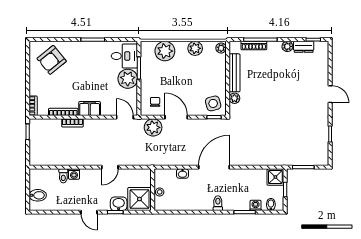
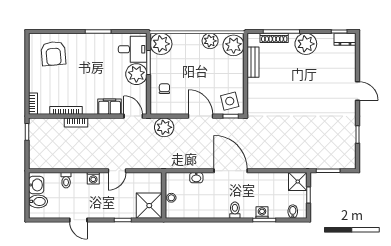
plant: (287, 46) -> (306, 44), width x1.87, depth x1.87
dresser: (304, 47) -> (345, 39), moved
plant: (221, 48) -> (234, 45), width x1.87, depth x1.87
plant: (165, 51) -> (161, 44), moved
armchair: (52, 60) -> (53, 54), turned -56
bench: (235, 73) -> (253, 62), width x0.73
plant: (234, 98) -> (253, 95), removed
chair: (155, 102) -> (164, 89), moved
filing cabinet: (90, 109) -> (110, 107), moved
door: (176, 117) -> (200, 116), moved
door: (214, 167) -> (231, 171), hinge flipped
washing machine: (74, 174) -> (93, 178), moved
washbasin: (119, 204) -> (36, 185), moved, turned 90
washing machine: (256, 205) -> (262, 213), moved
door: (89, 212) -> (78, 220), moved

